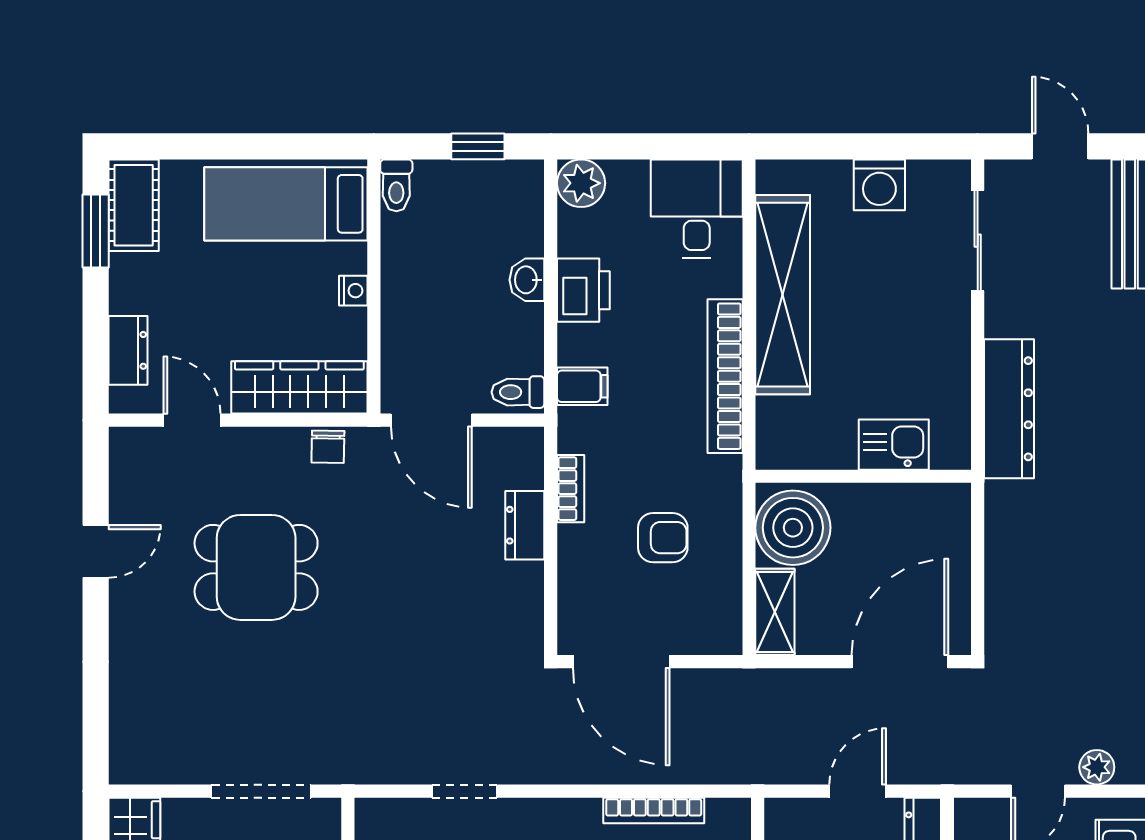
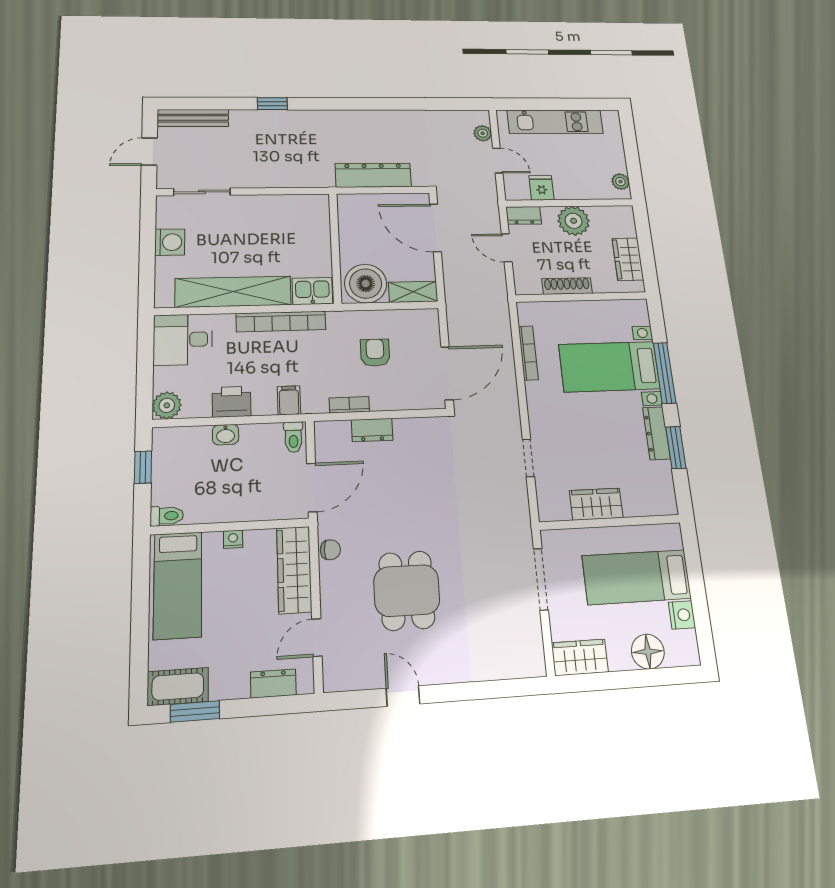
dresser: (1009, 409) -> (373, 175), moved
kitchen sink: (894, 445) -> (312, 291), moved, turned 90

